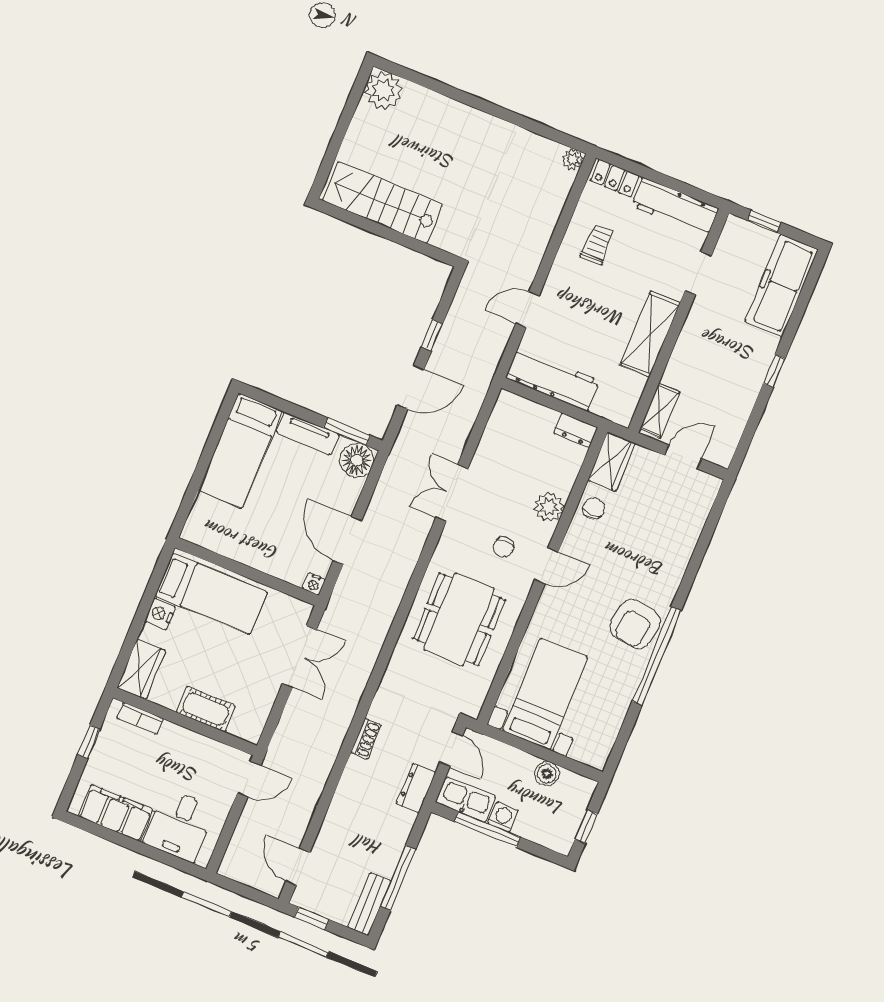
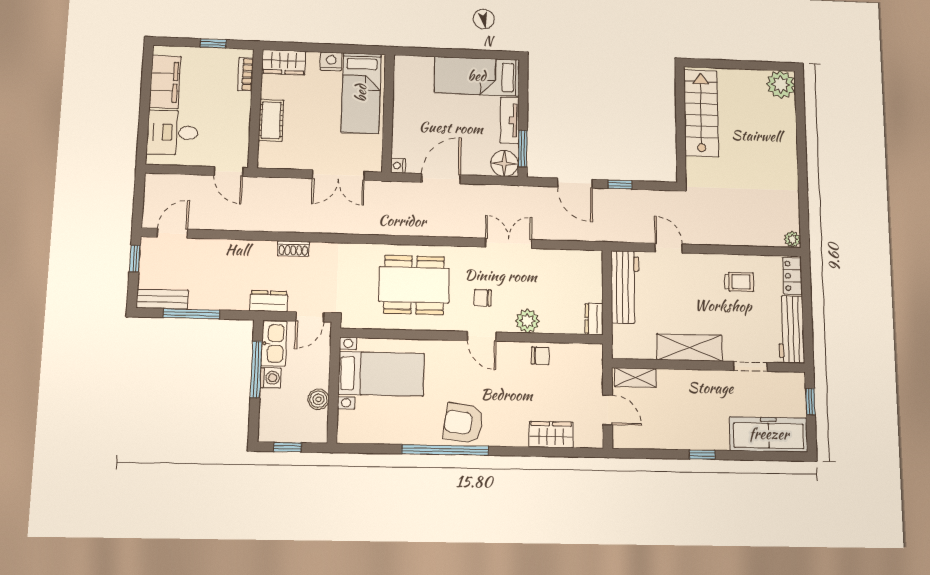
wardrobe: (612, 461) -> (551, 435), moved, turned 180

